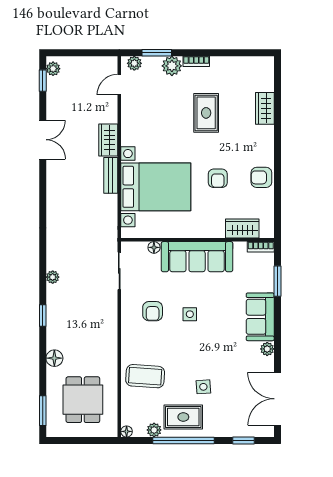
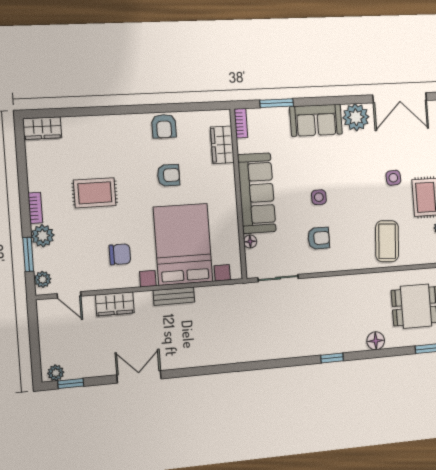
wardrobe: (265, 108) -> (42, 128), moved
chair: (151, 131) -> (120, 254), added
wardrobe: (108, 140) -> (115, 304), moved
plant: (53, 277) -> (290, 351), removed
plant: (267, 349) -> (356, 117), width x1.87, depth x1.87

